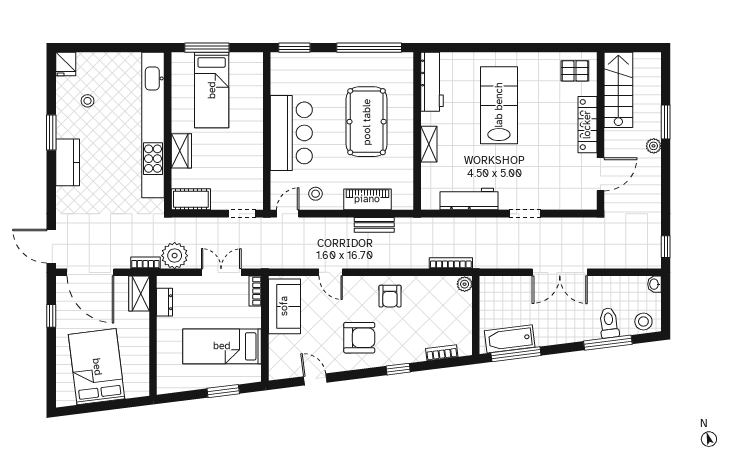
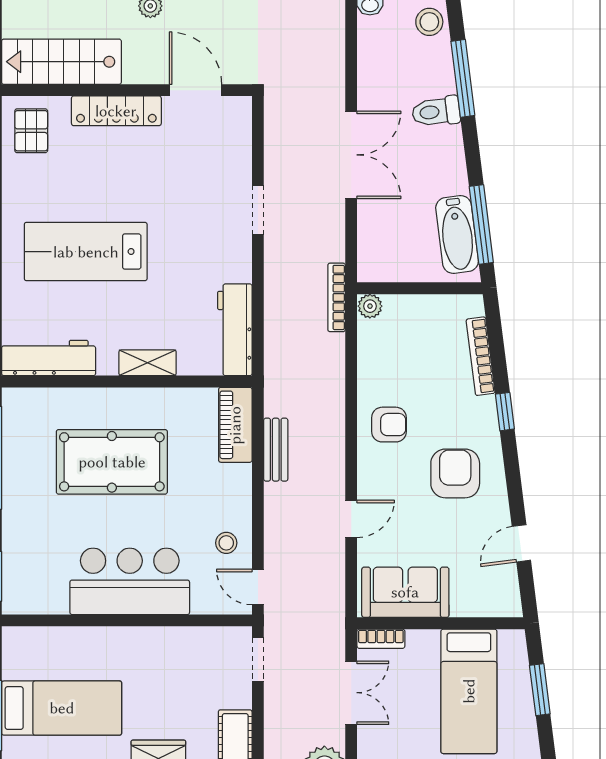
piano: (367, 199) -> (235, 425), moved
workbench: (469, 199) -> (235, 330), moved
bookcase: (451, 263) -> (337, 297), moved
double door: (221, 272) -> (351, 693), swing flipped
toilet: (609, 323) -> (436, 112), moved
bookcase: (442, 353) -> (481, 356), width x1.56

